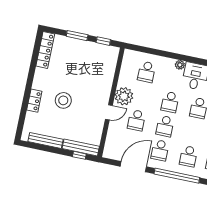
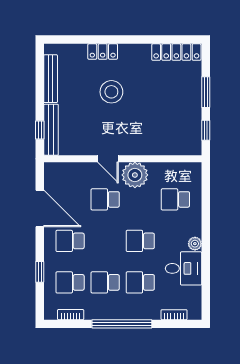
school desk: (165, 126) -> (105, 282), moved
window: (177, 176) -> (40, 272), width x0.32

